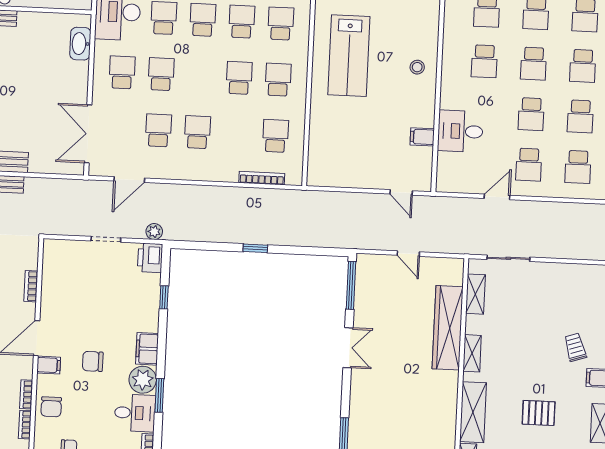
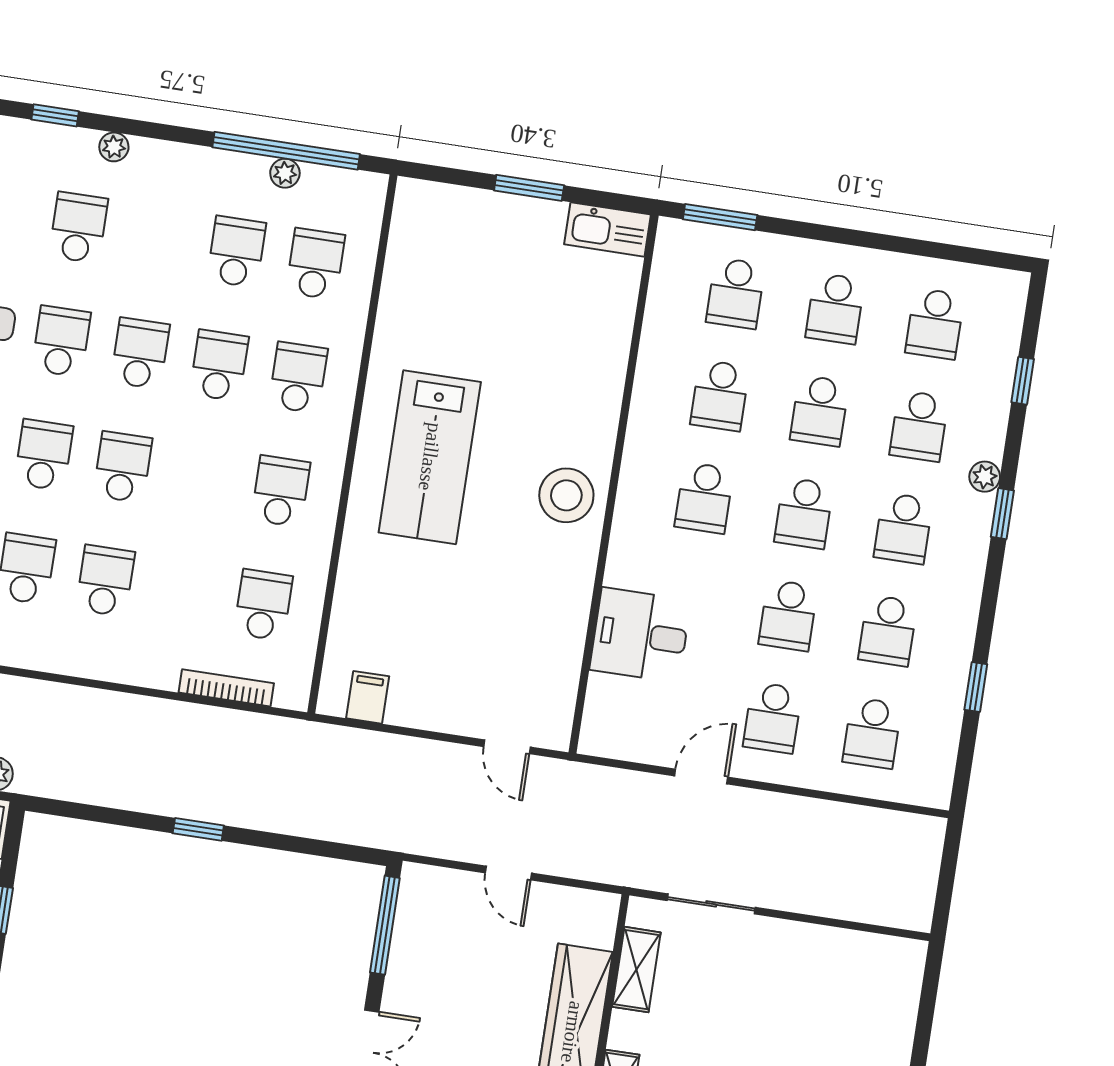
stool: (417, 67) -> (566, 495), width x1.89, depth x1.89
school desk: (239, 78) -> (123, 467), moved
filing cabinet: (422, 137) -> (368, 697), moved, turned 90

